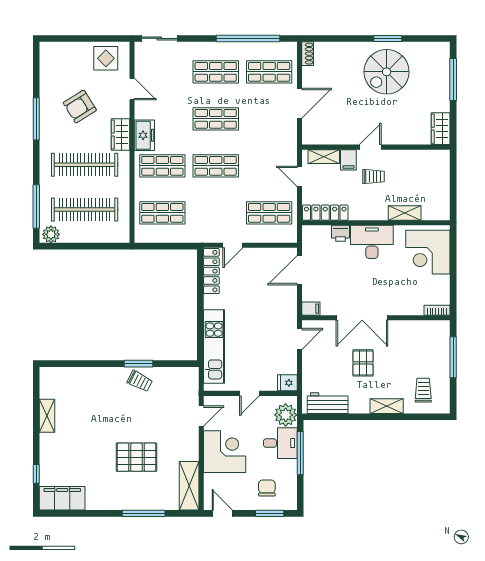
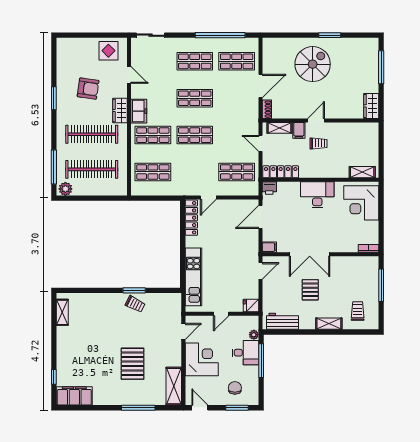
shoe rack: (308, 54) -> (267, 109), moved
spiral stairs: (387, 72) -> (313, 64), moved, turned 180
armchair: (80, 107) -> (88, 89), turned -140
window: (36, 119) -> (54, 98), width x0.69
shelving: (405, 213) -> (362, 172), moved
printer: (340, 233) -> (269, 188), moved
plant: (286, 415) -> (254, 335), width x0.53, depth x0.53
shelving: (47, 416) -> (62, 312), moved
pallet: (136, 457) -> (133, 364), turned 90

